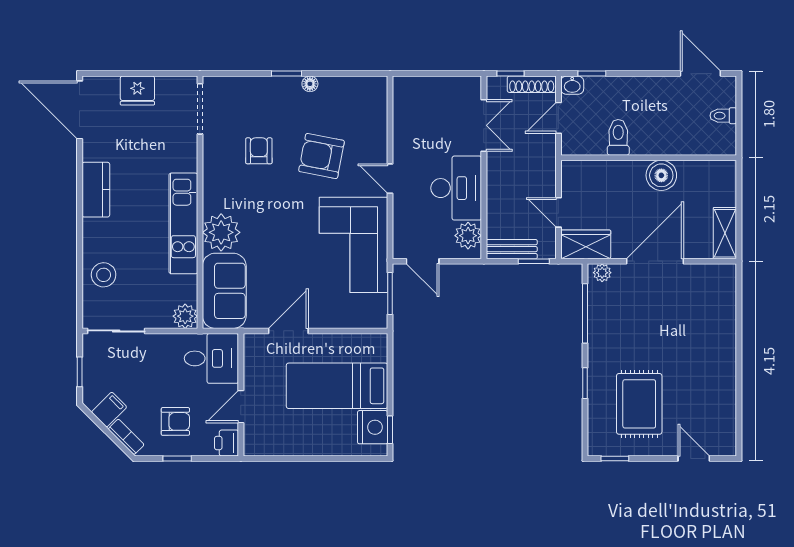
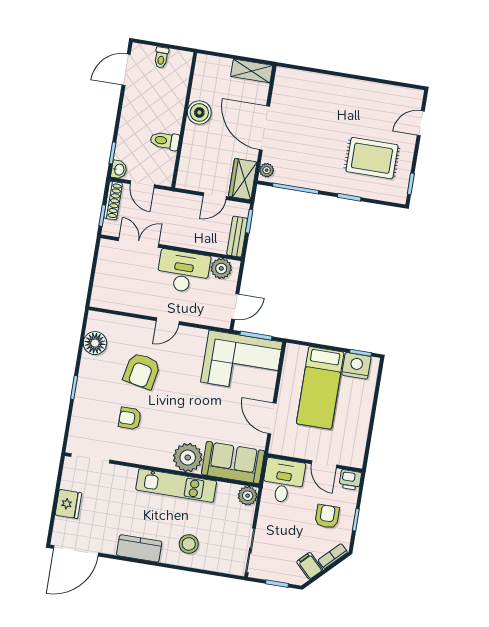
floor lamp: (310, 84) -> (95, 343), moved, width x1.89, depth x1.89
corner sofa: (354, 245) -> (242, 362), moved
stool: (104, 275) -> (189, 544), moved

